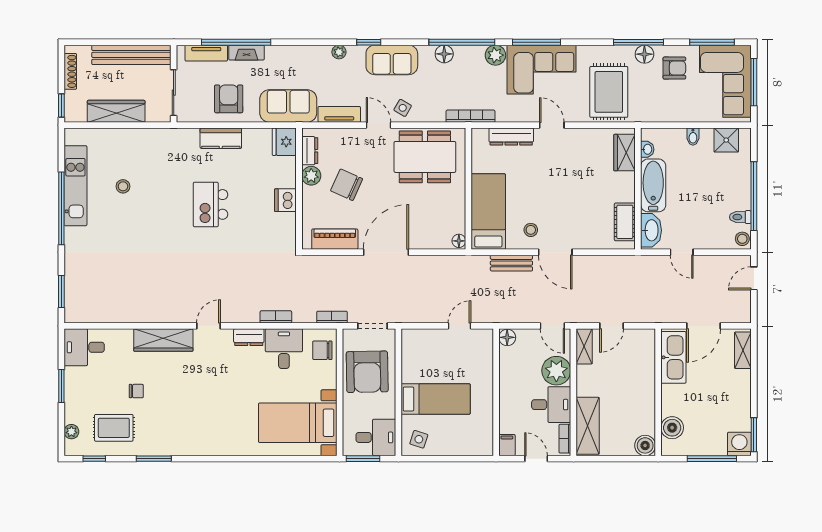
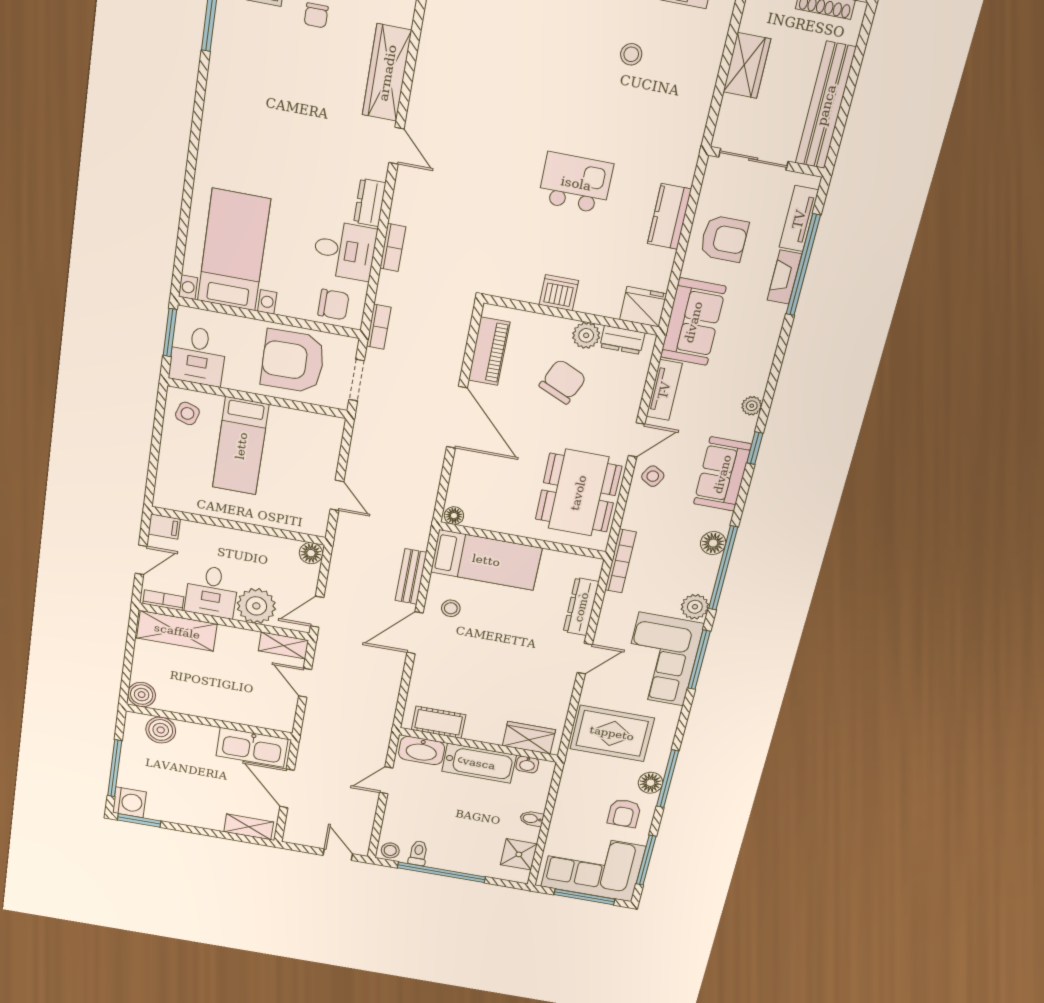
wardrobe: (116, 111) -> (747, 65), width x0.67
chair: (322, 350) -> (333, 305), turned 90

